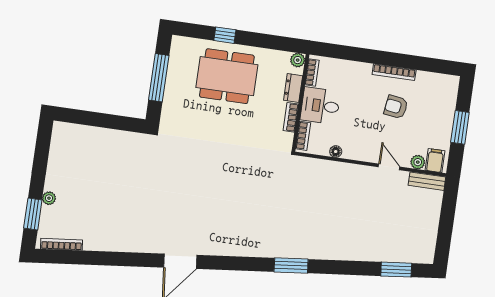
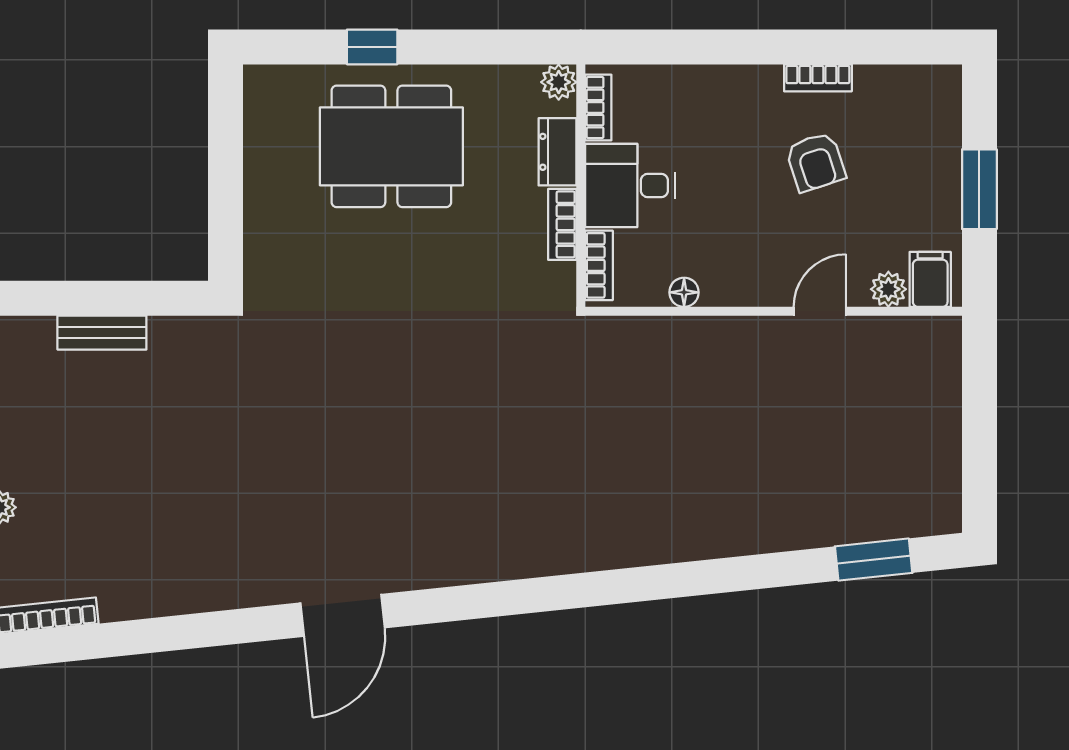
bookcase: (394, 72) -> (818, 78), width x0.64
window: (159, 78) -> (225, 174), removed
armchair: (396, 107) -> (816, 162), turned -116
door: (389, 167) -> (820, 311), hinge flipped
bench: (427, 181) -> (102, 333), moved
window: (291, 266) -> (615, 587), removed

